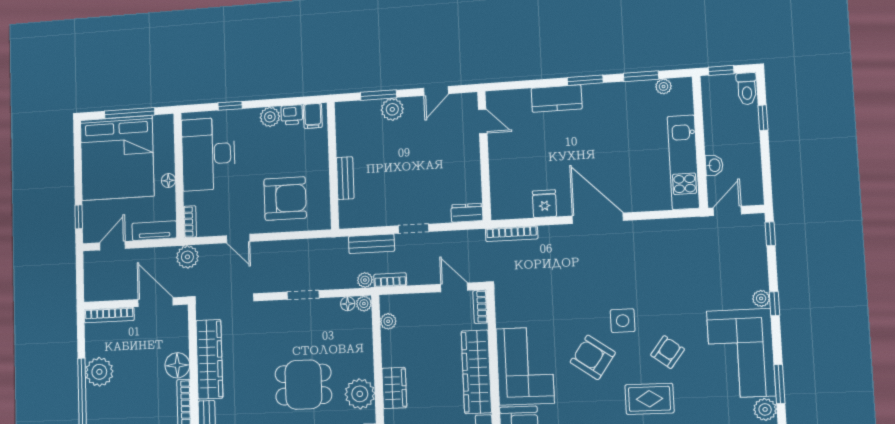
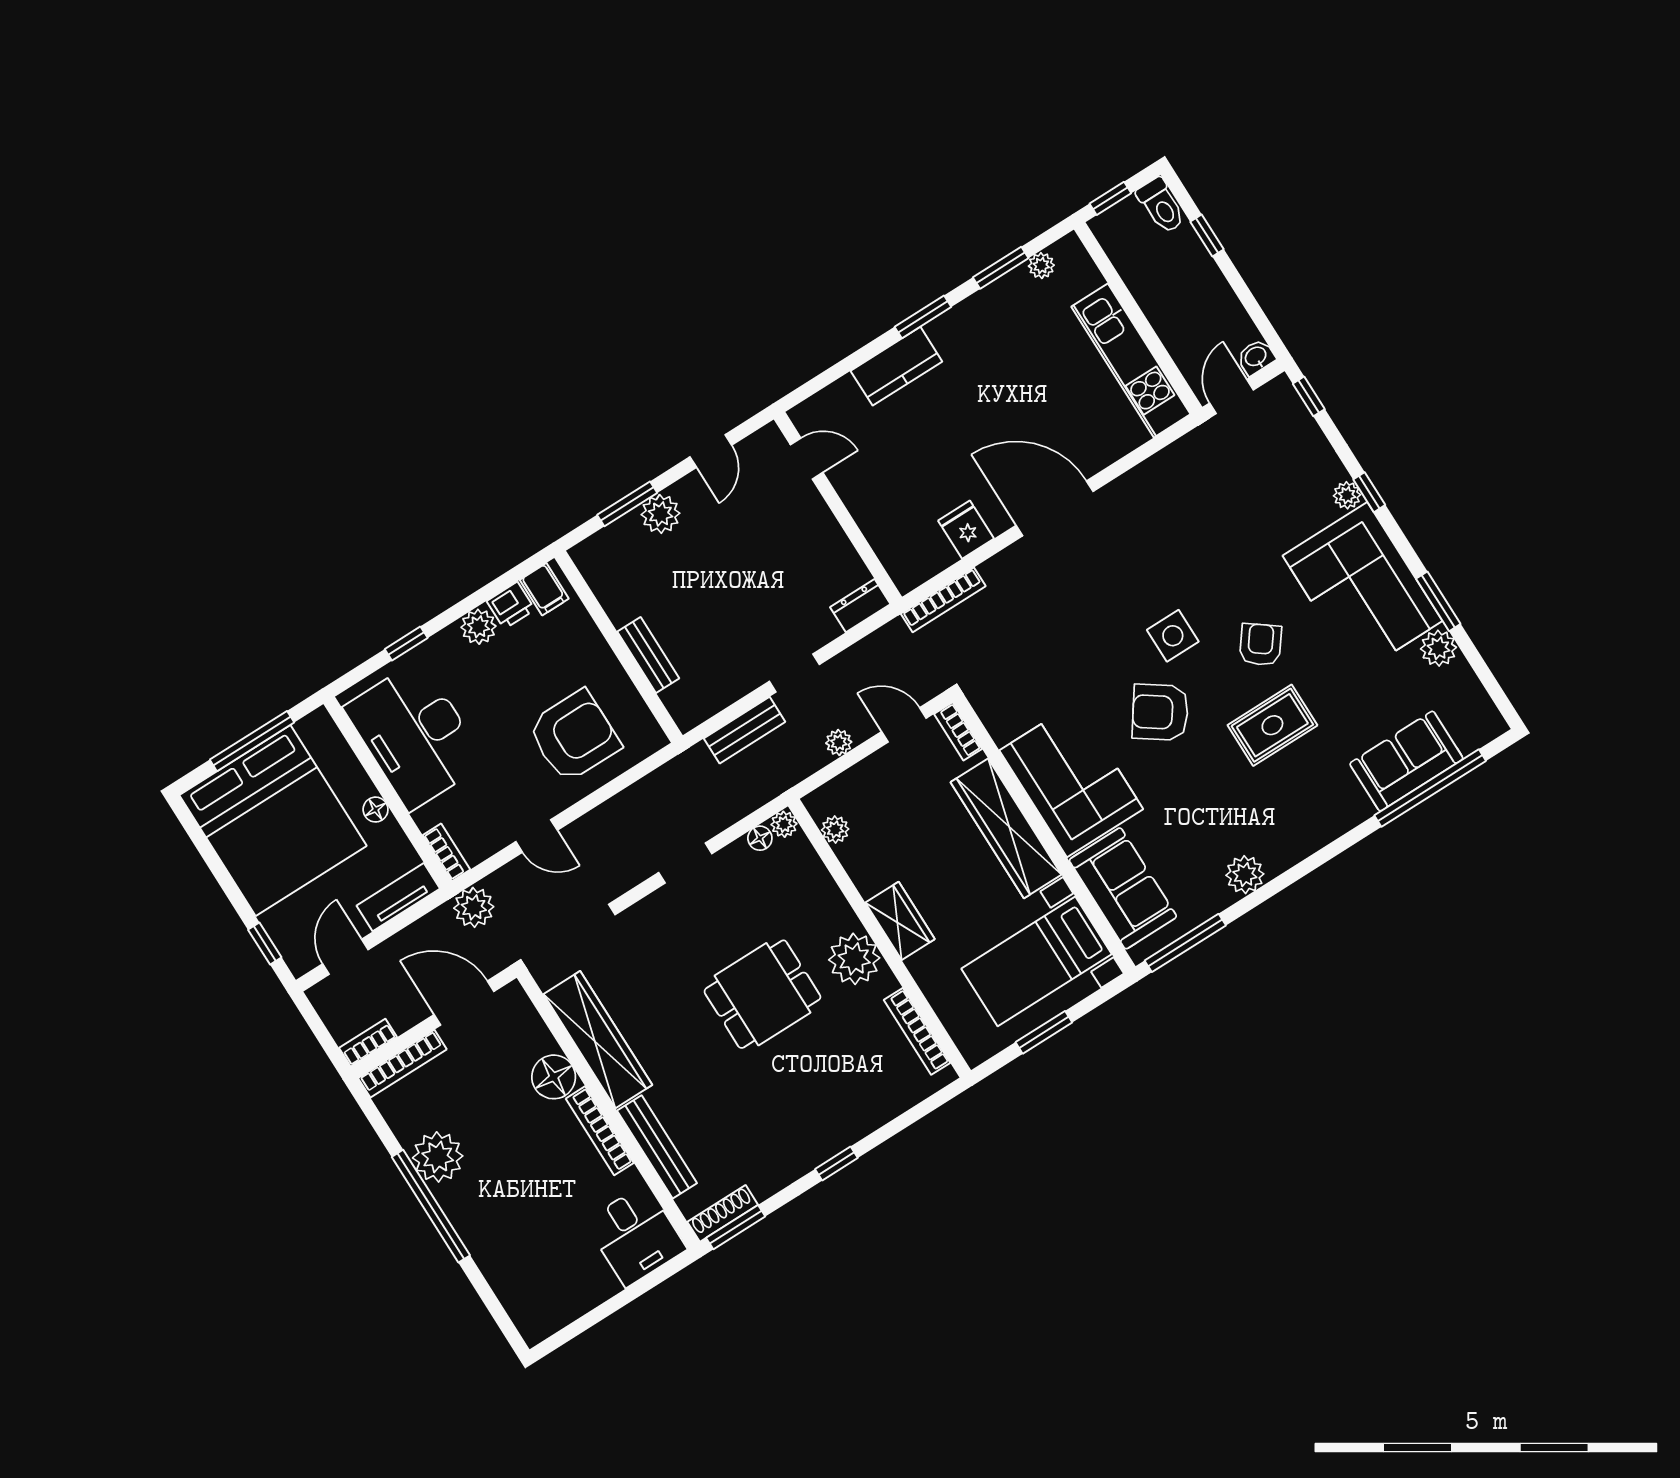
washbasin: (714, 165) -> (1256, 357), moved, turned -90
plant: (365, 280) -> (839, 743), moved
bookcase: (390, 280) -> (368, 1043), moved

